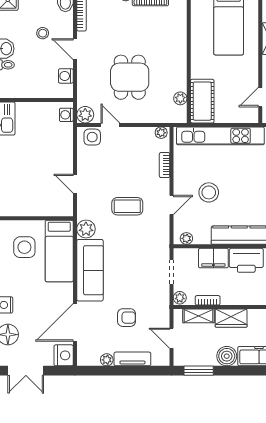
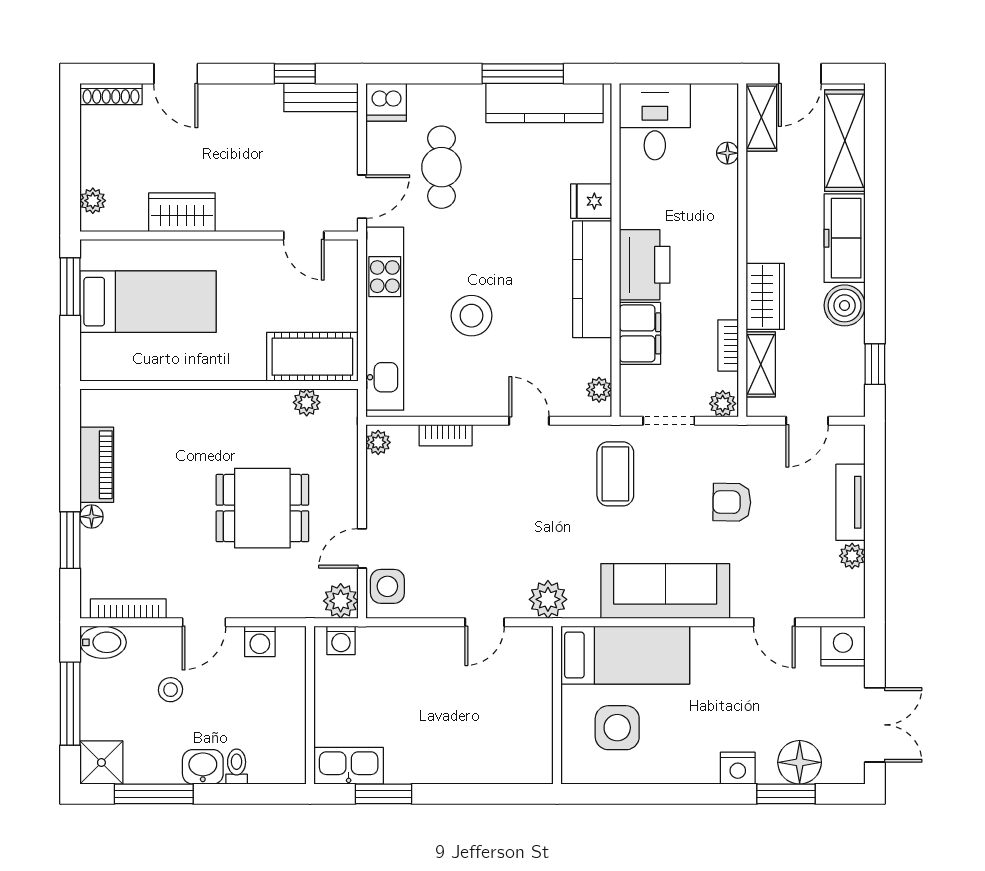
stool: (209, 192) -> (472, 316), moved
coffee table: (127, 206) -> (615, 474), moved
plant: (86, 229) -> (548, 599), moved
armchair: (127, 318) -> (732, 502), moved, turned -89
door: (75, 322) -> (774, 622), width x0.53
window: (199, 371) -> (875, 364), width x0.67

